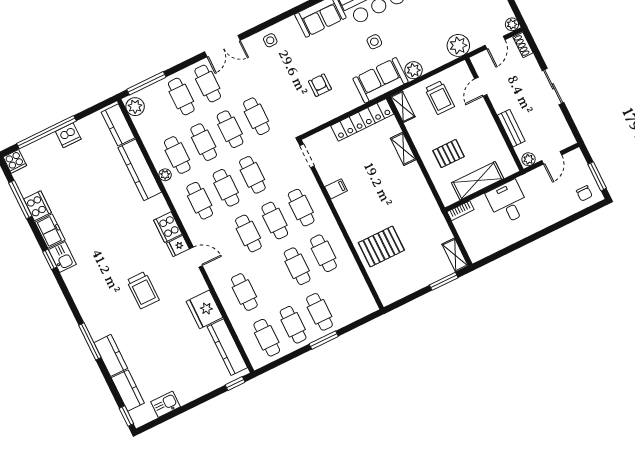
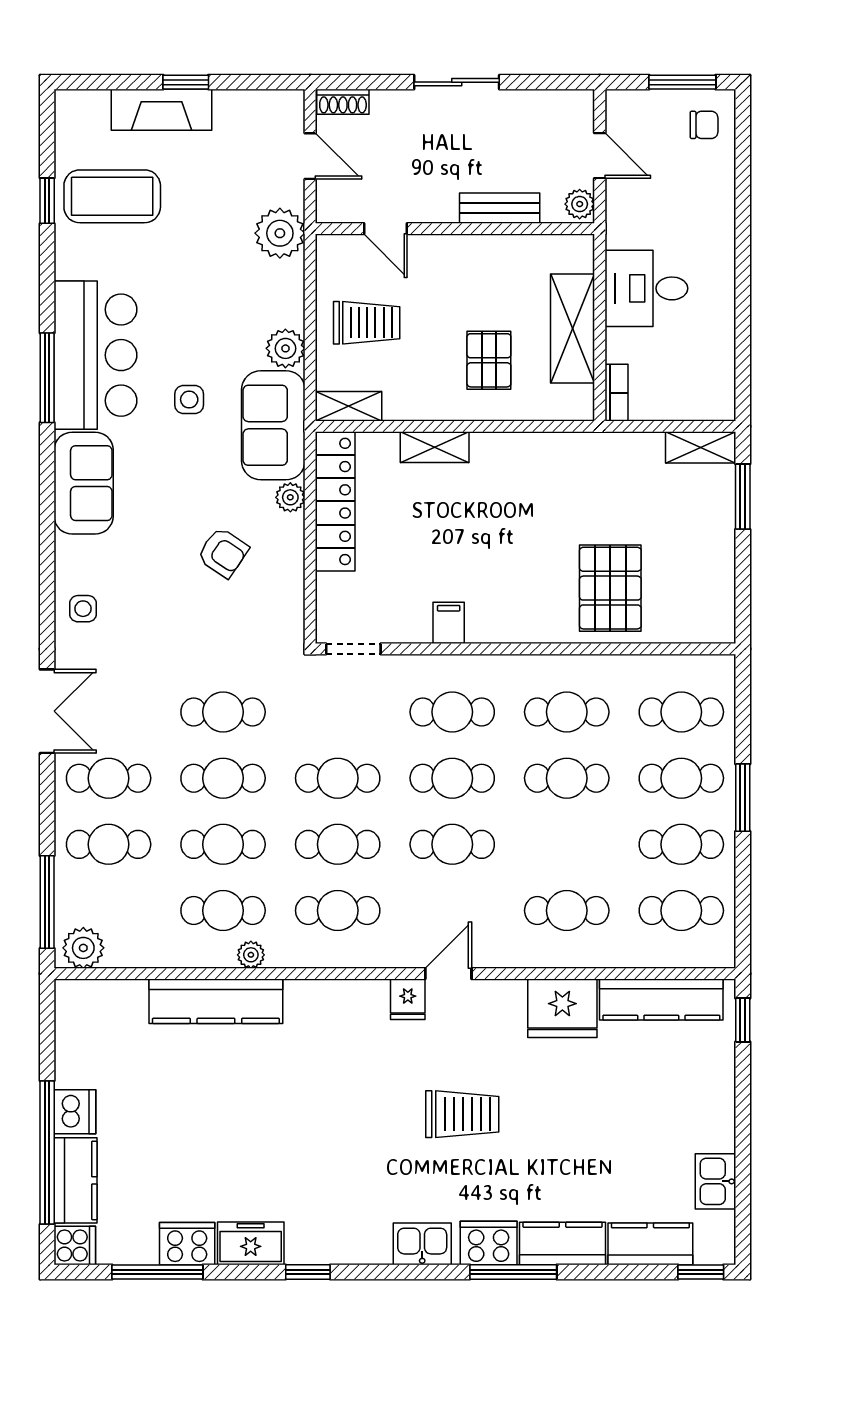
plant: (512, 24) -> (290, 497), moved
armchair: (320, 85) -> (223, 553), turned -146
kitchen counter: (118, 125) -> (76, 1180), moved, turned -90
cooker: (168, 227) -> (489, 1243), moved, turned 180
kitchen sink: (62, 257) -> (422, 1244), moved
cafe table: (346, 299) -> (681, 712), added

